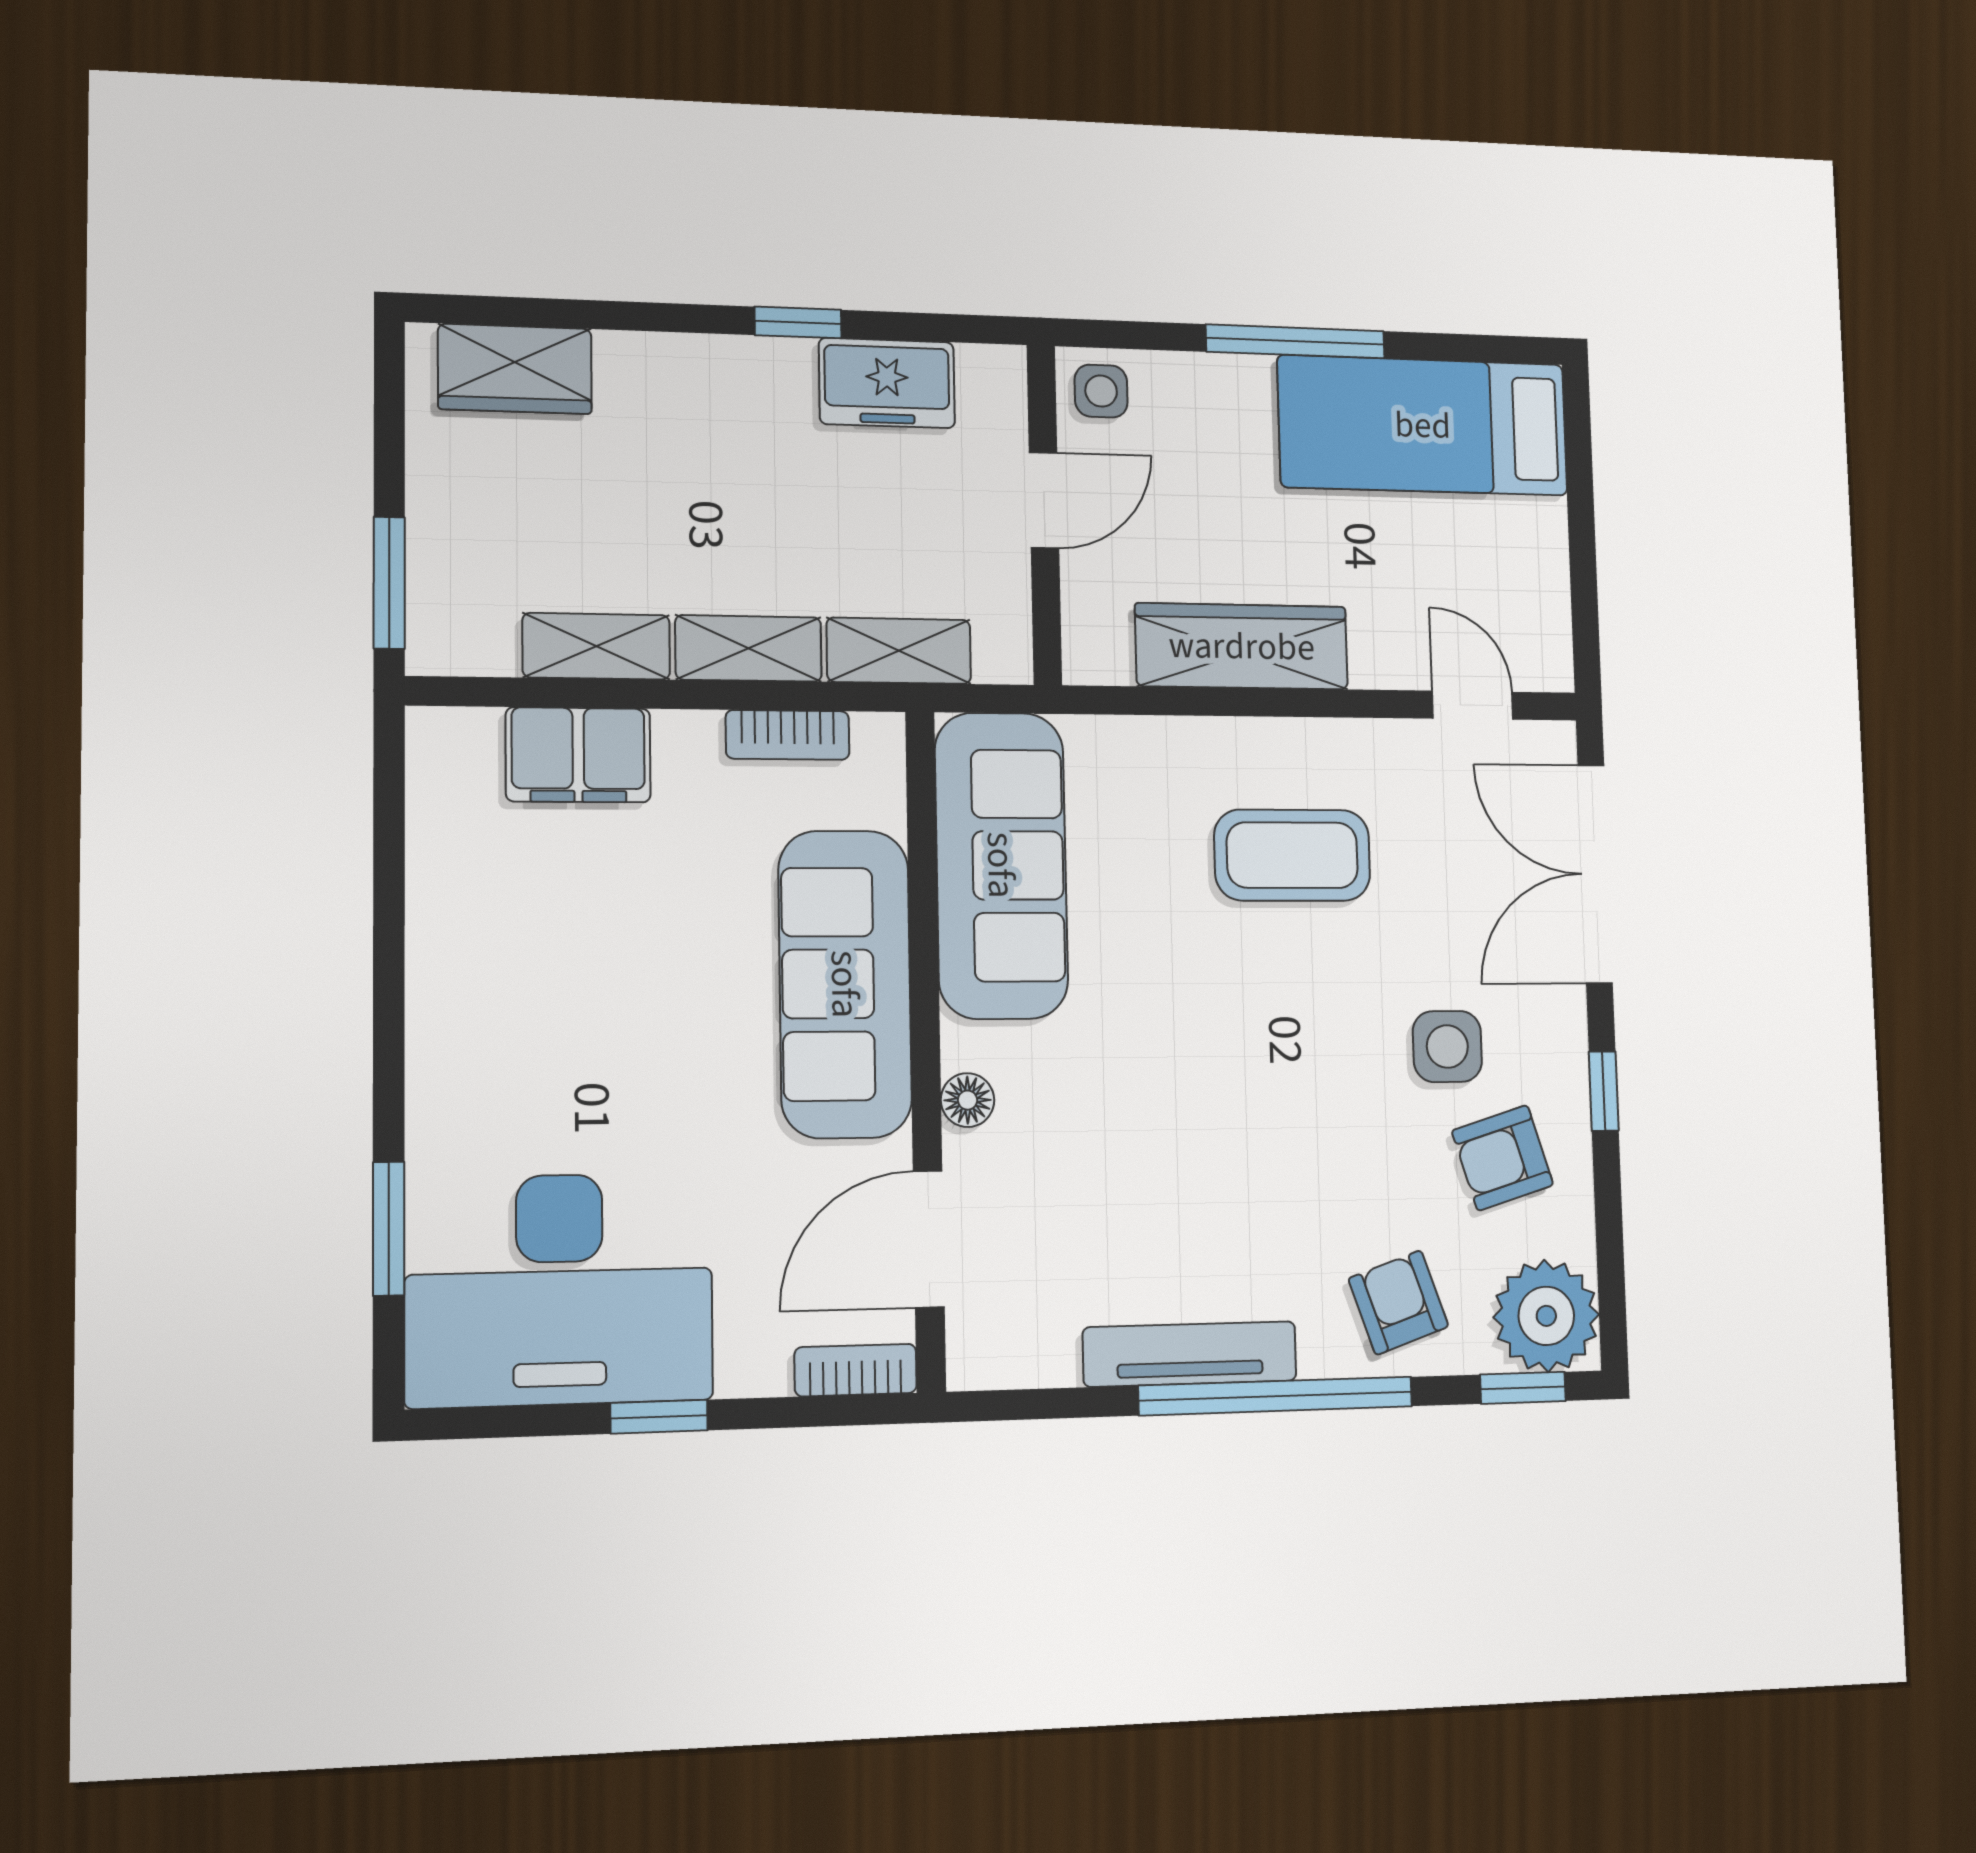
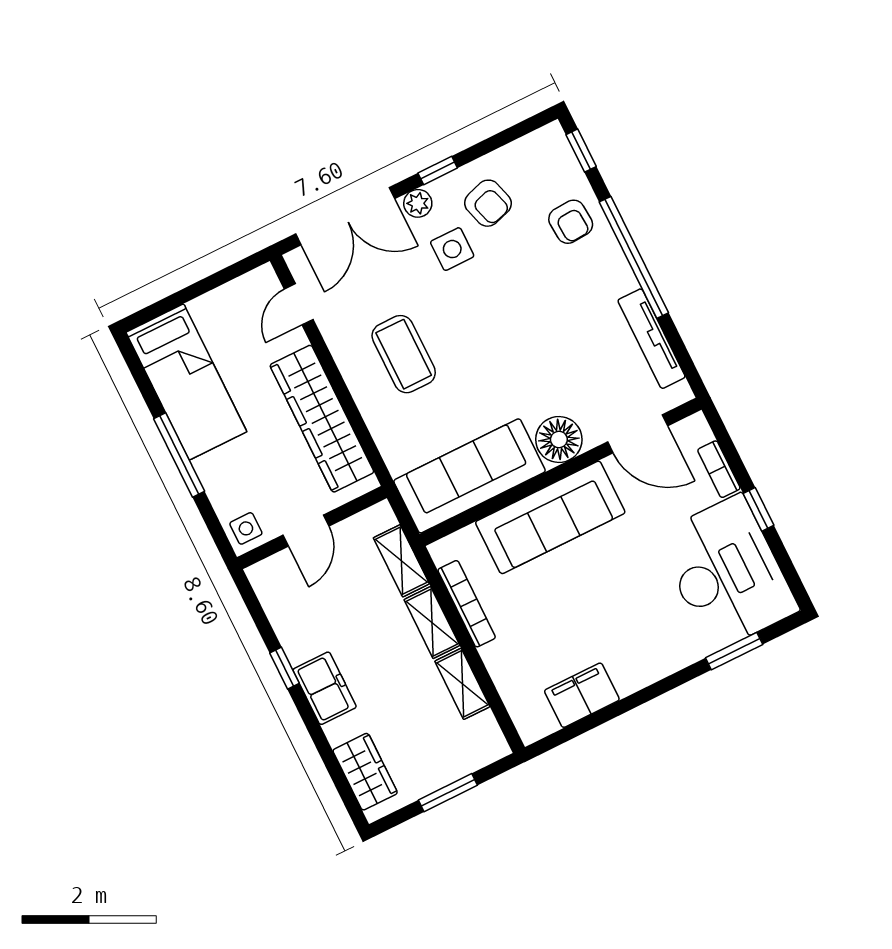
freezer: (887, 383) -> (325, 688), moved
door: (1044, 500) -> (306, 531), swing flipped
window: (389, 583) -> (448, 793), moved
wardrobe: (1242, 646) -> (322, 419), width x1.40, depth x1.17
bookcase: (788, 735) -> (467, 604), width x1.56
filing cabinet: (578, 755) -> (582, 695), moved, turned -90
floor lamp: (968, 1100) -> (559, 439), width x1.89, depth x1.89
armchair: (1398, 1303) -> (571, 222), turned -75
plant: (1546, 1316) -> (418, 203), moved, width x0.53, depth x0.53
tv unit: (1190, 1354) -> (651, 339), moved
bookcase: (856, 1370) -> (719, 469), moved

